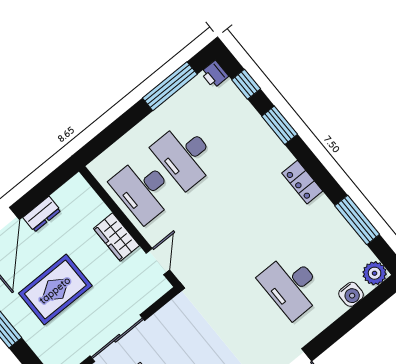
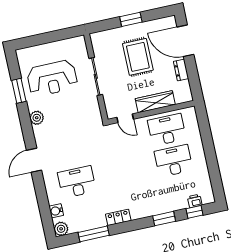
printer: (214, 74) -> (195, 201), moved
window: (170, 86) -> (214, 171), removed
locker: (302, 182) -> (118, 217), moved
wardrobe: (116, 237) -> (155, 102), width x1.50

